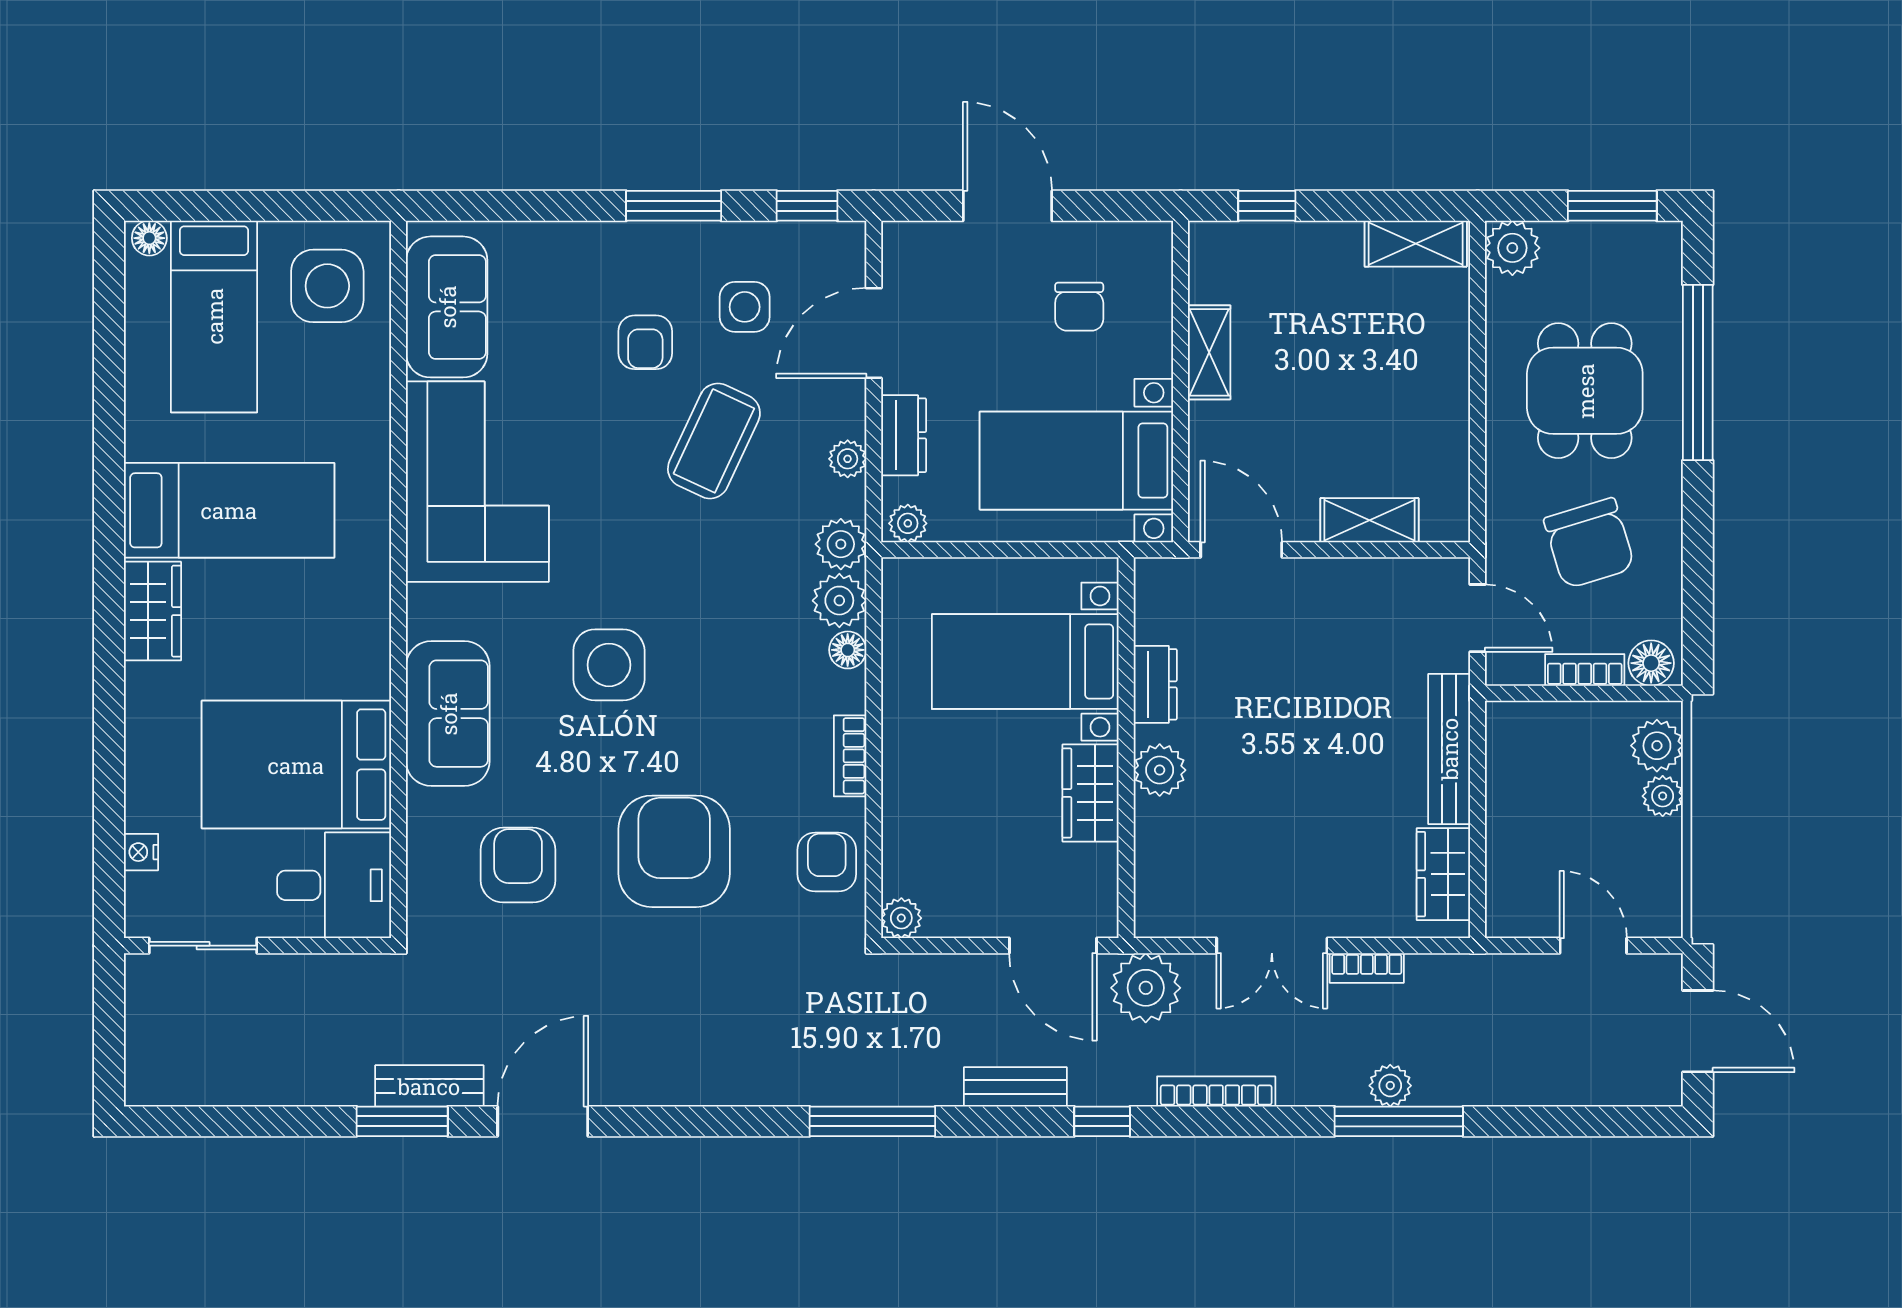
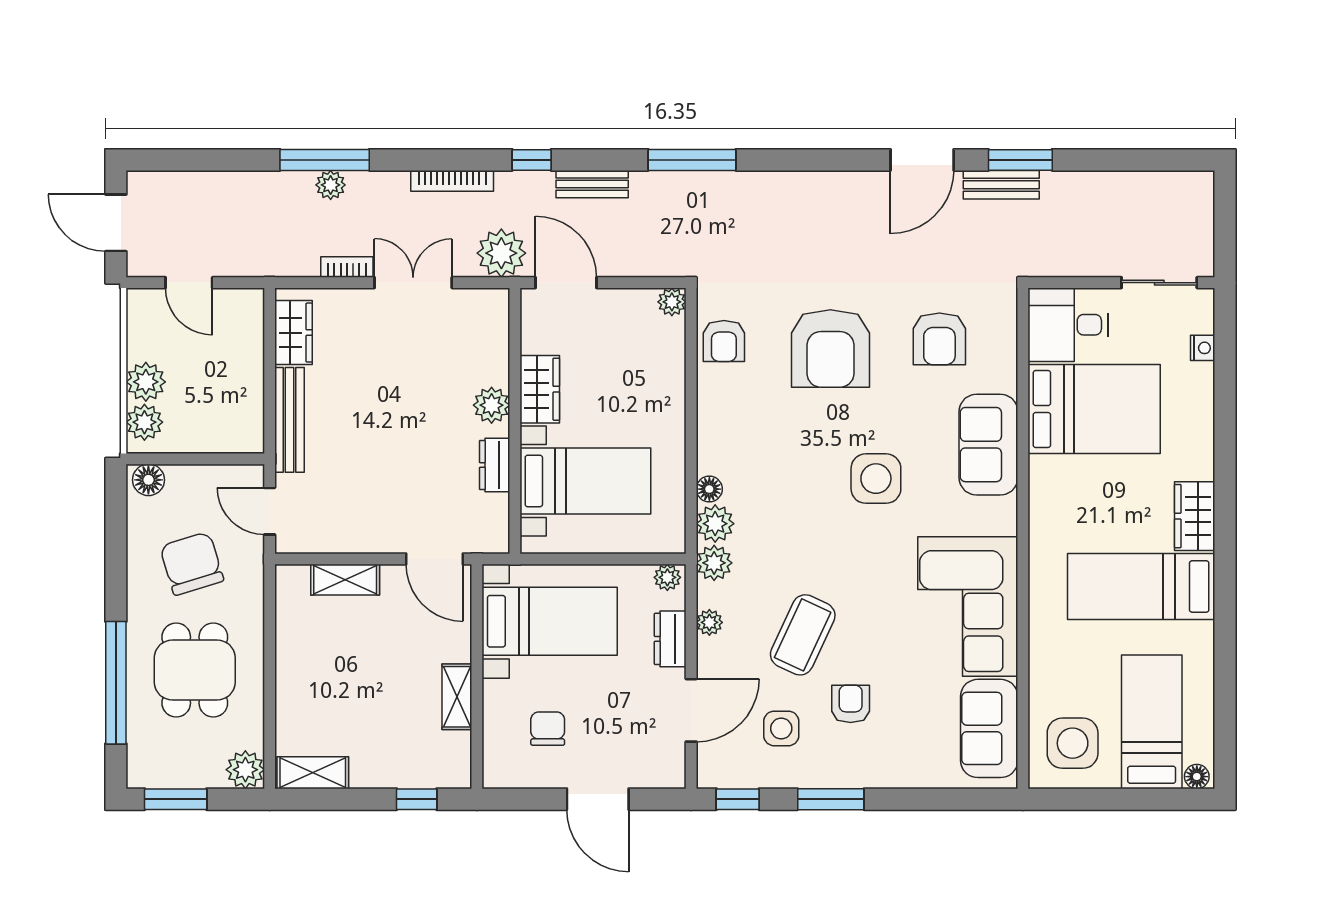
bookcase: (1585, 670) -> (195, 475), removed
bookcase: (850, 756) -> (708, 415), removed
plant: (1663, 796) -> (146, 382), width x1.38, depth x1.38

